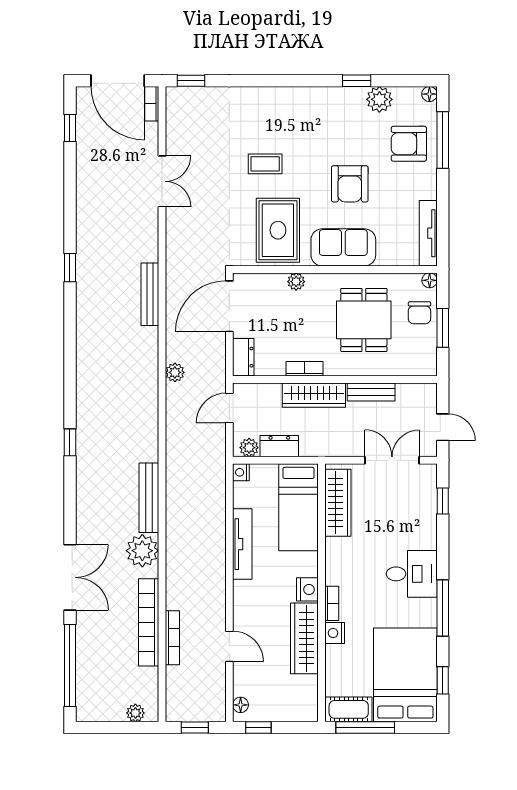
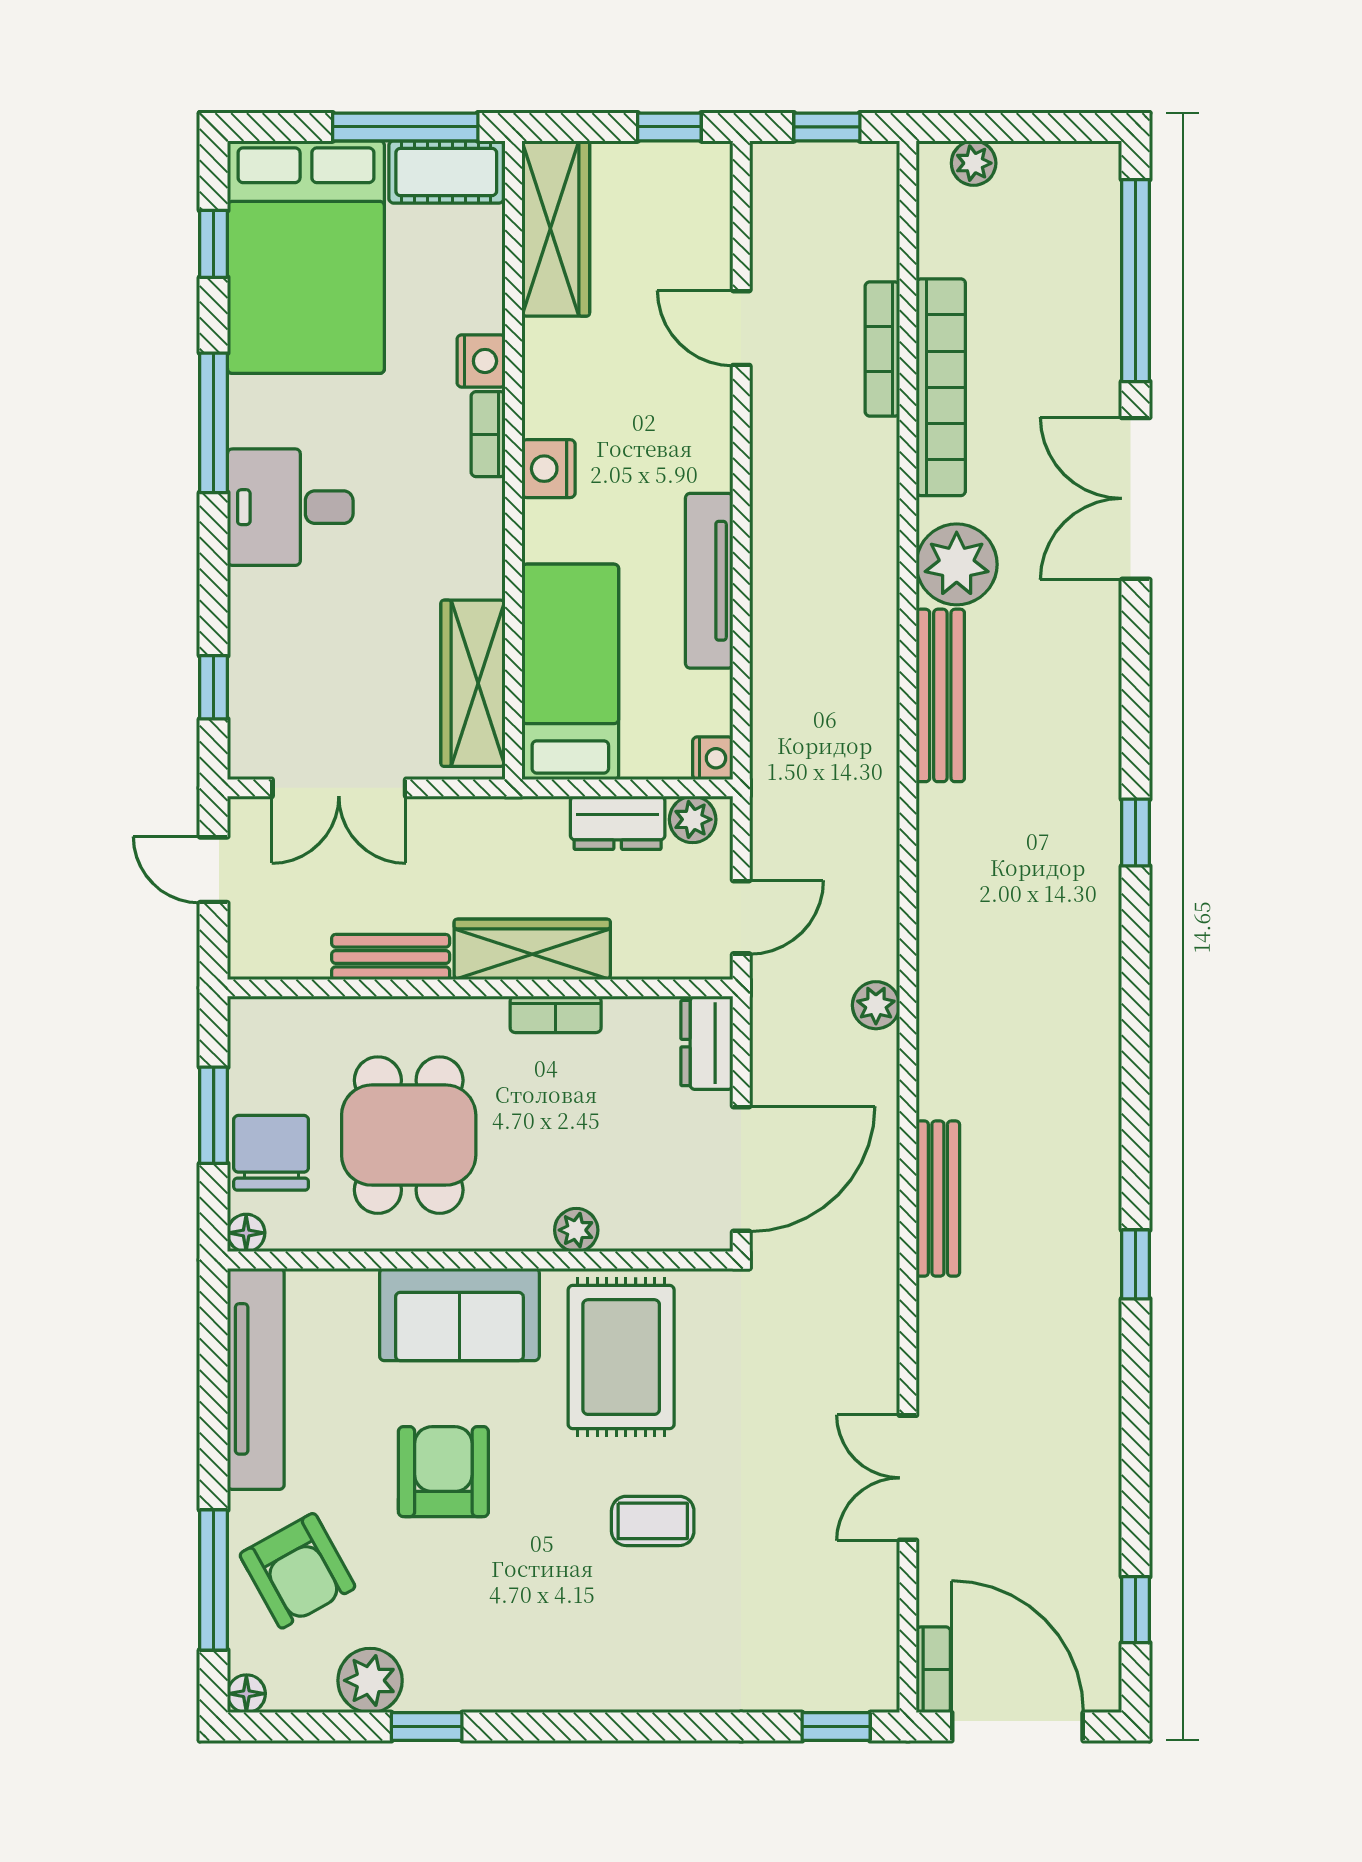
armchair: (409, 144) -> (297, 1571), turned 61
tv unit: (428, 233) -> (256, 1379), width x1.36, depth x1.29
chair: (419, 313) -> (271, 1153), width x1.37, depth x1.37
wardrobe: (304, 638) -> (556, 229), moved
floor lamp: (241, 705) -> (714, 183), removed

